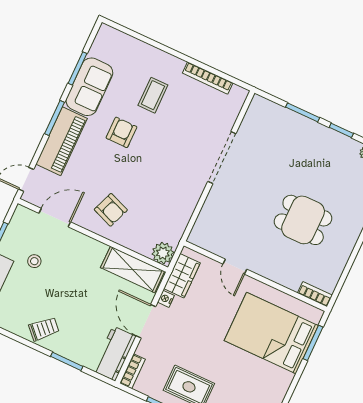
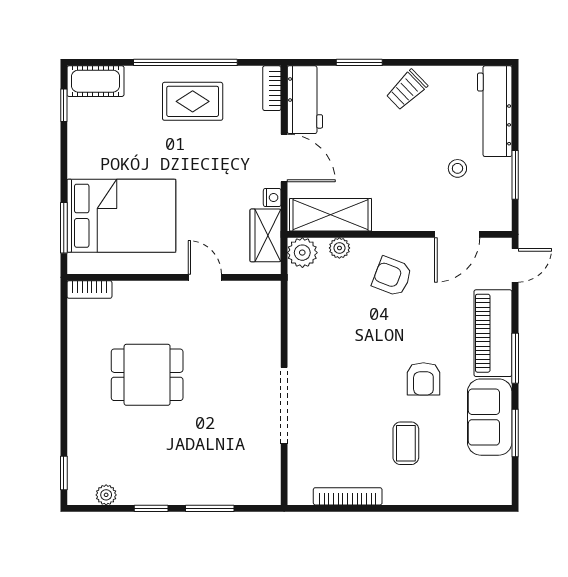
plant: (137, 245) -> (339, 248), added

